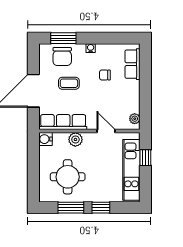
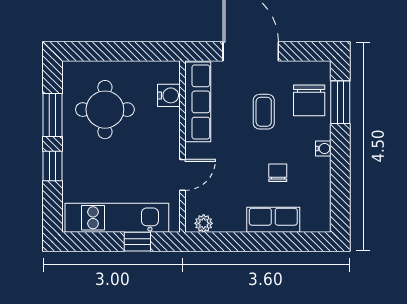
chair: (62, 57) -> (309, 100), turned -90
row of seats: (133, 64) -> (273, 220), moved
water cooler: (45, 139) -> (169, 95), moved, turned 90
plant: (75, 139) -> (168, 123), removed

